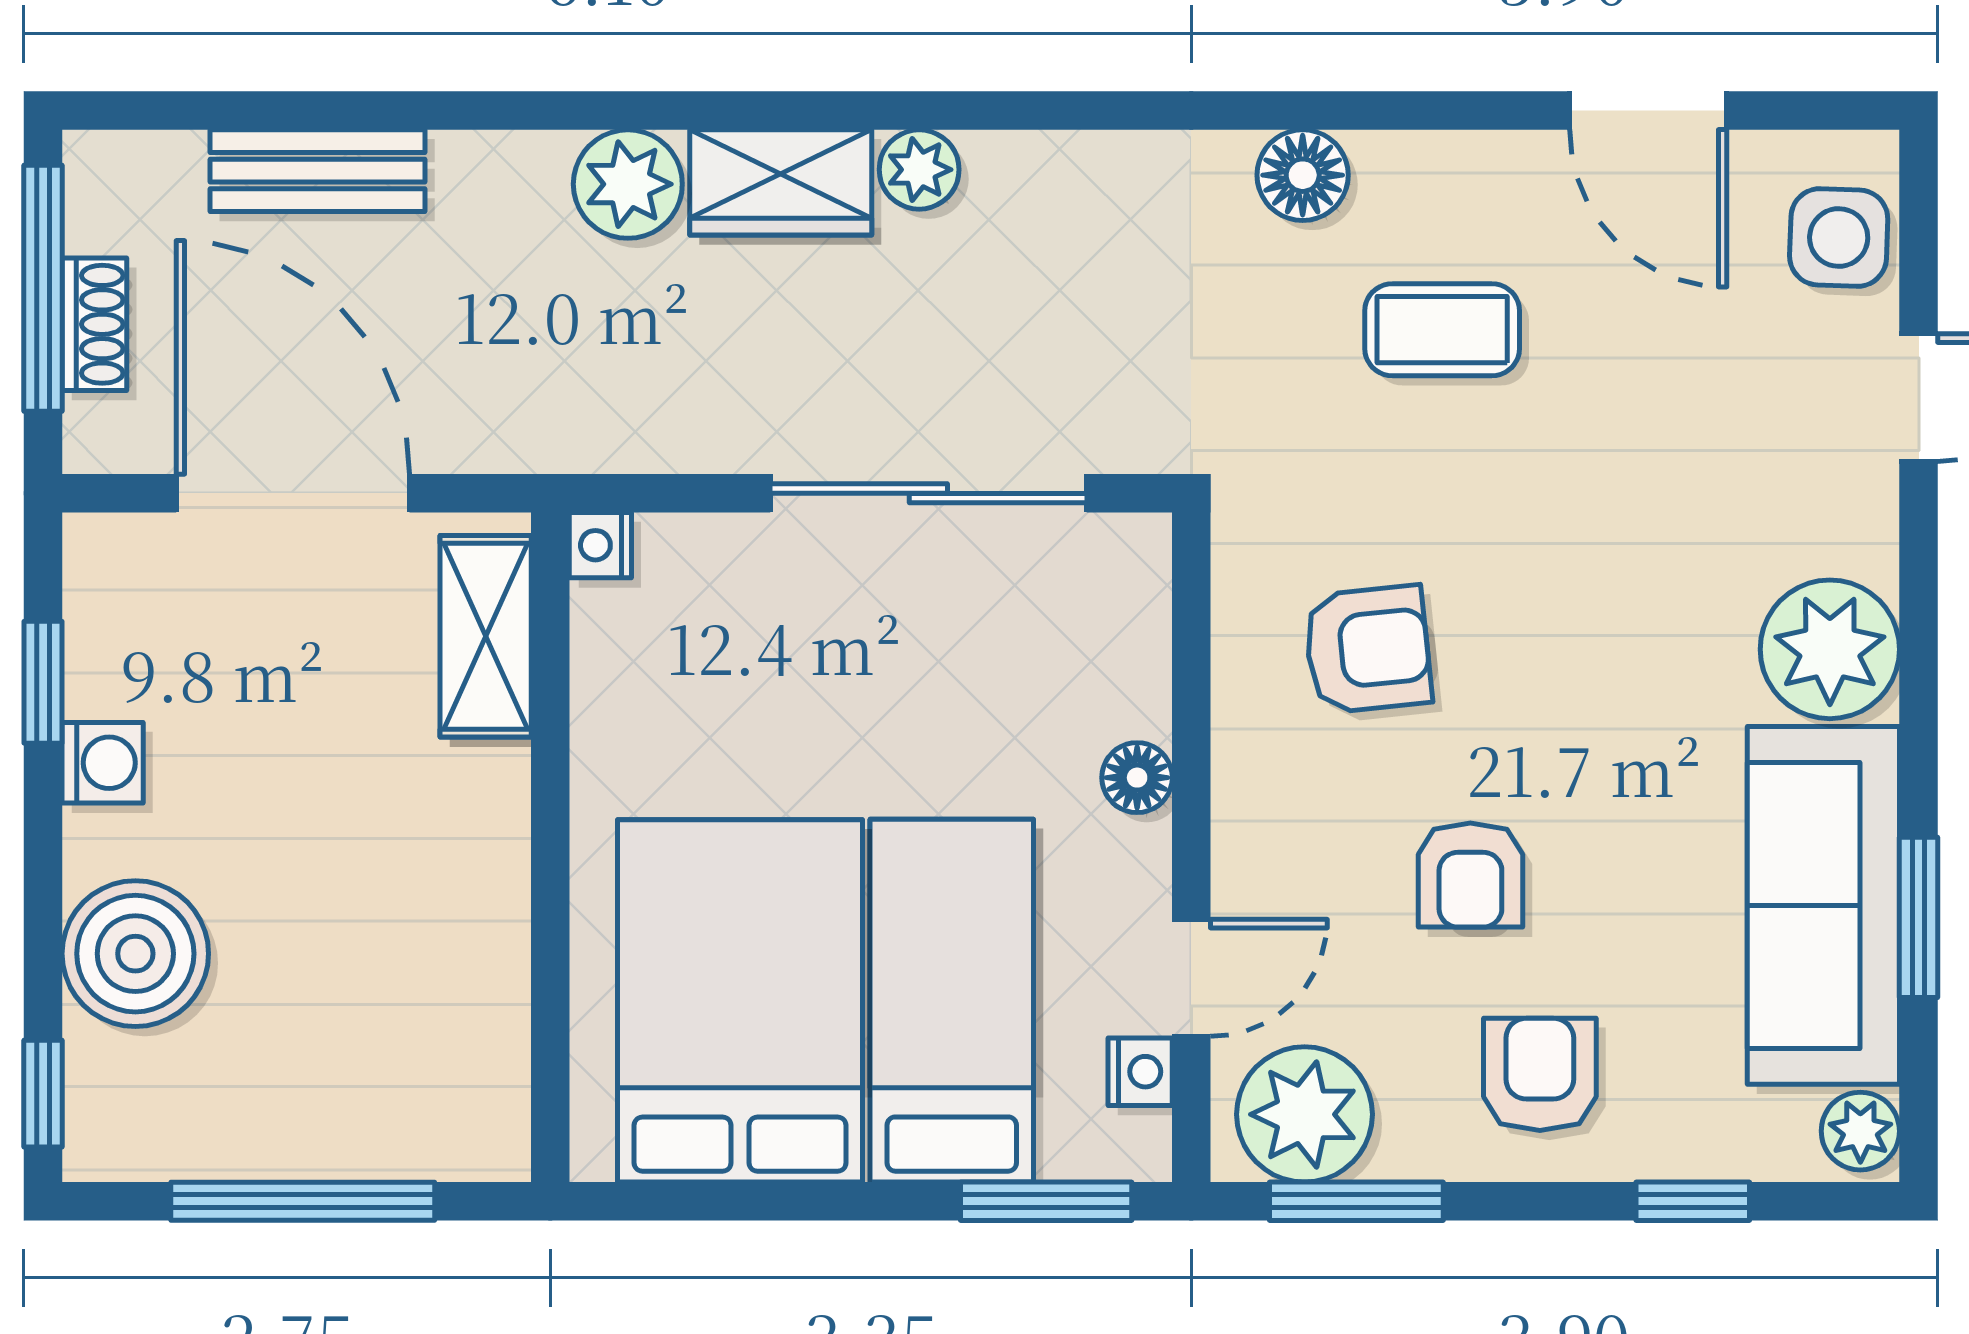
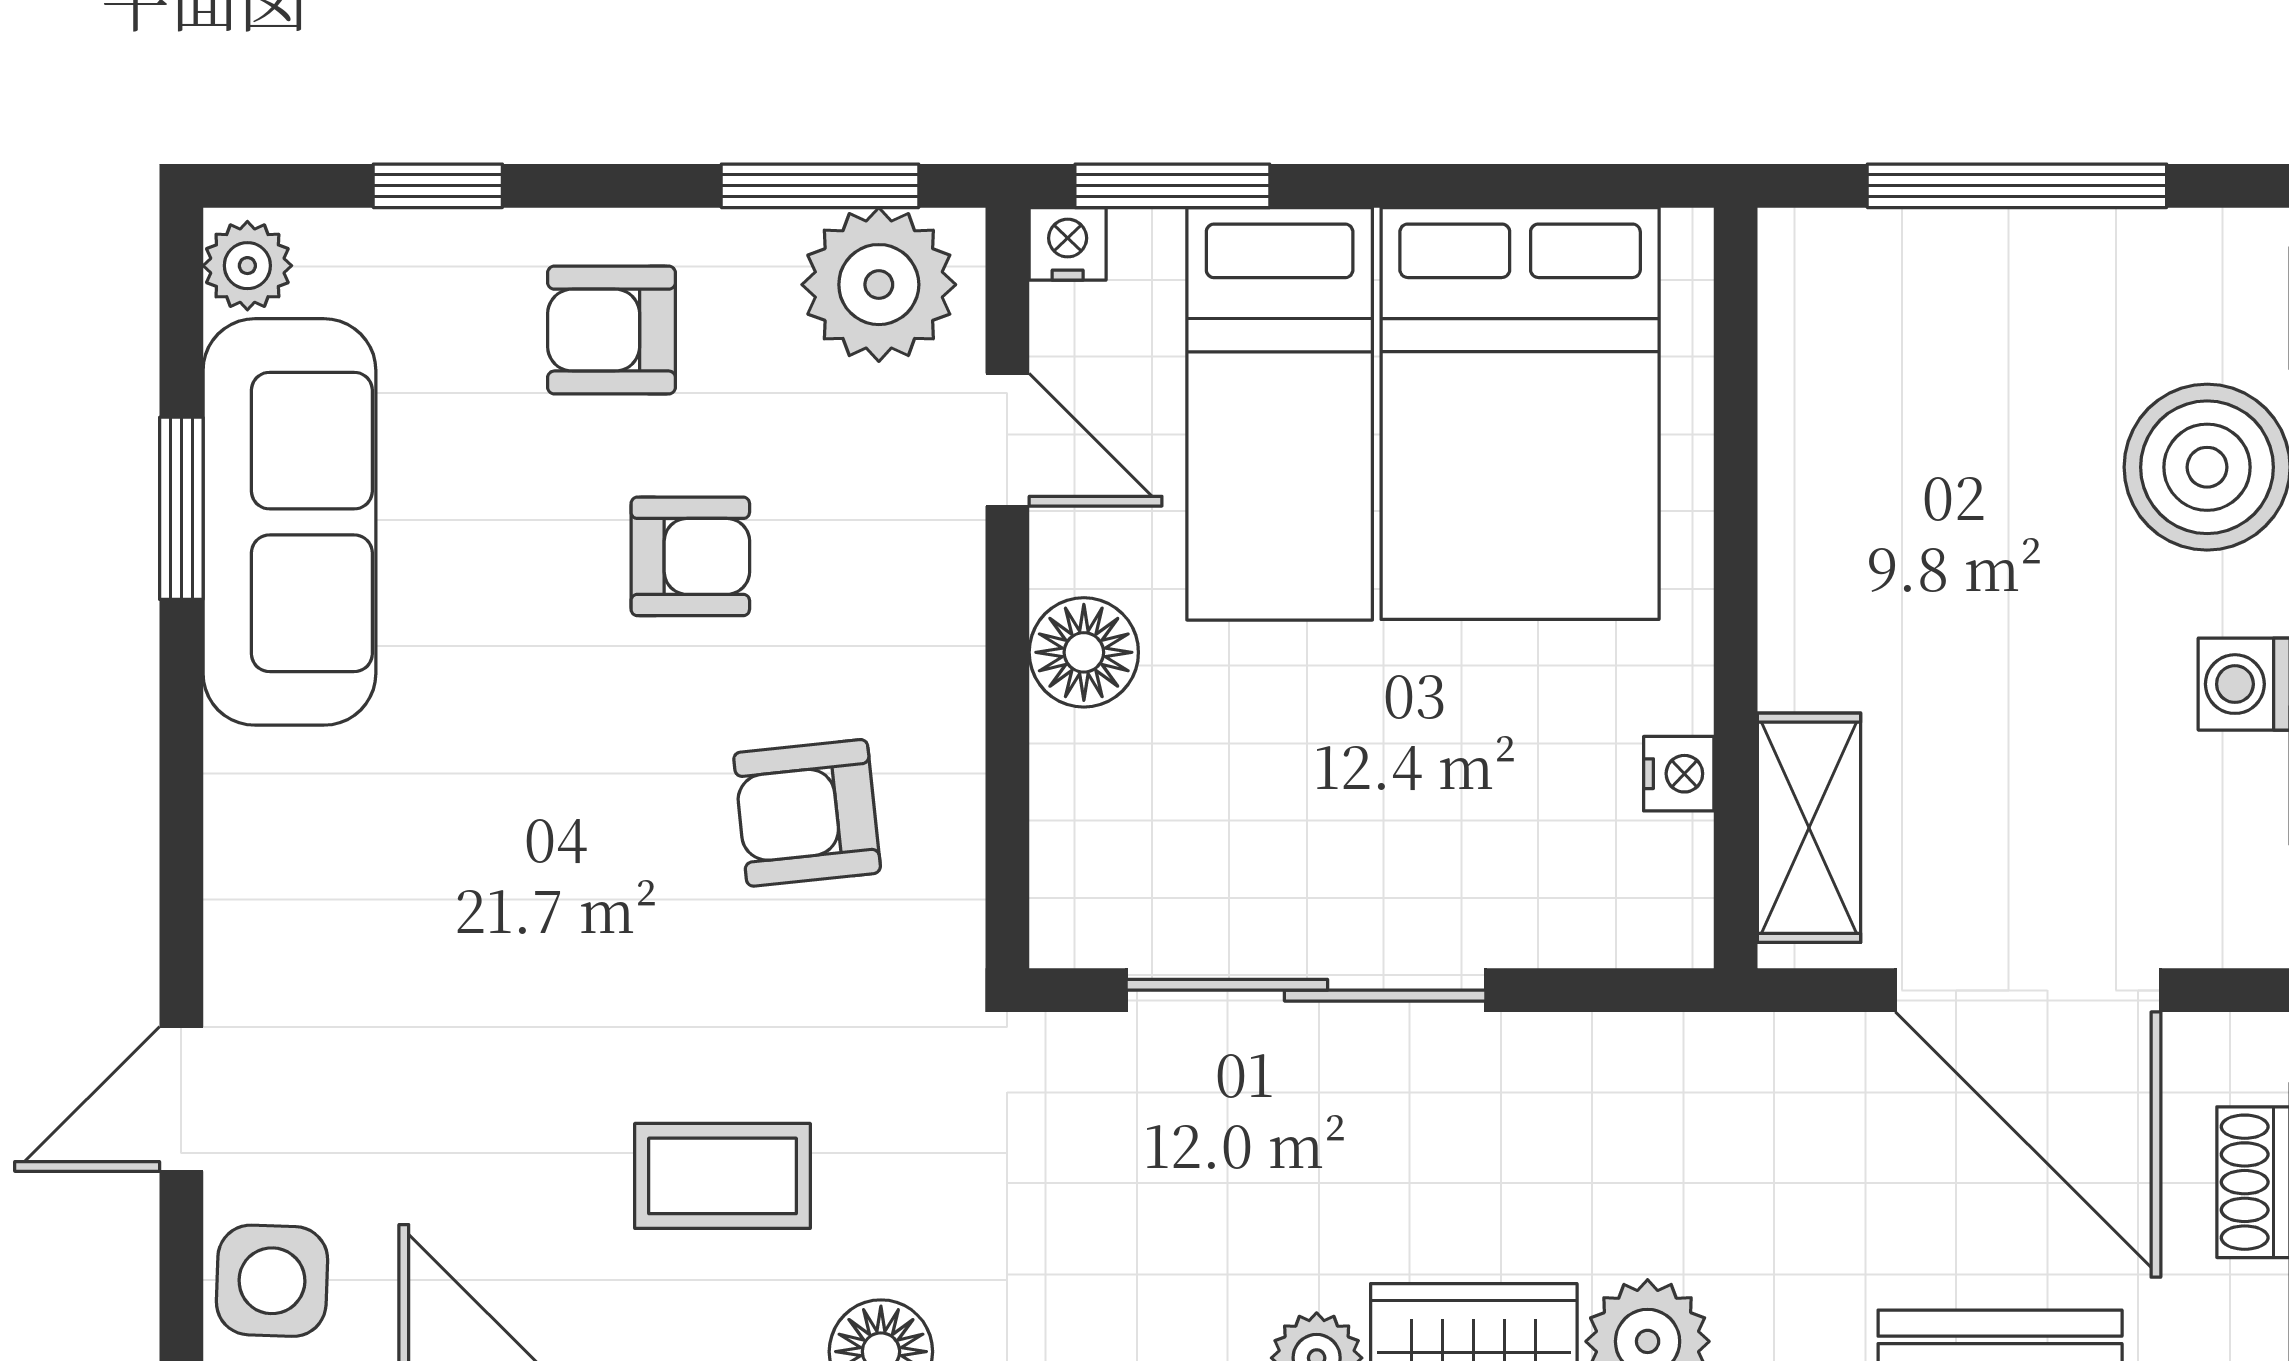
nightstand: (600, 545) -> (1679, 774), moved
plant: (1830, 649) -> (282, 813), removed
floor lamp: (1137, 778) -> (1084, 652), width x1.37, depth x1.37
armchair: (1470, 875) -> (690, 556), turned 90
door: (1191, 978) -> (1007, 440), swing flipped
nightstand: (1140, 1072) -> (1068, 244), moved, turned 90
armchair: (1540, 1074) -> (612, 330), turned 90

